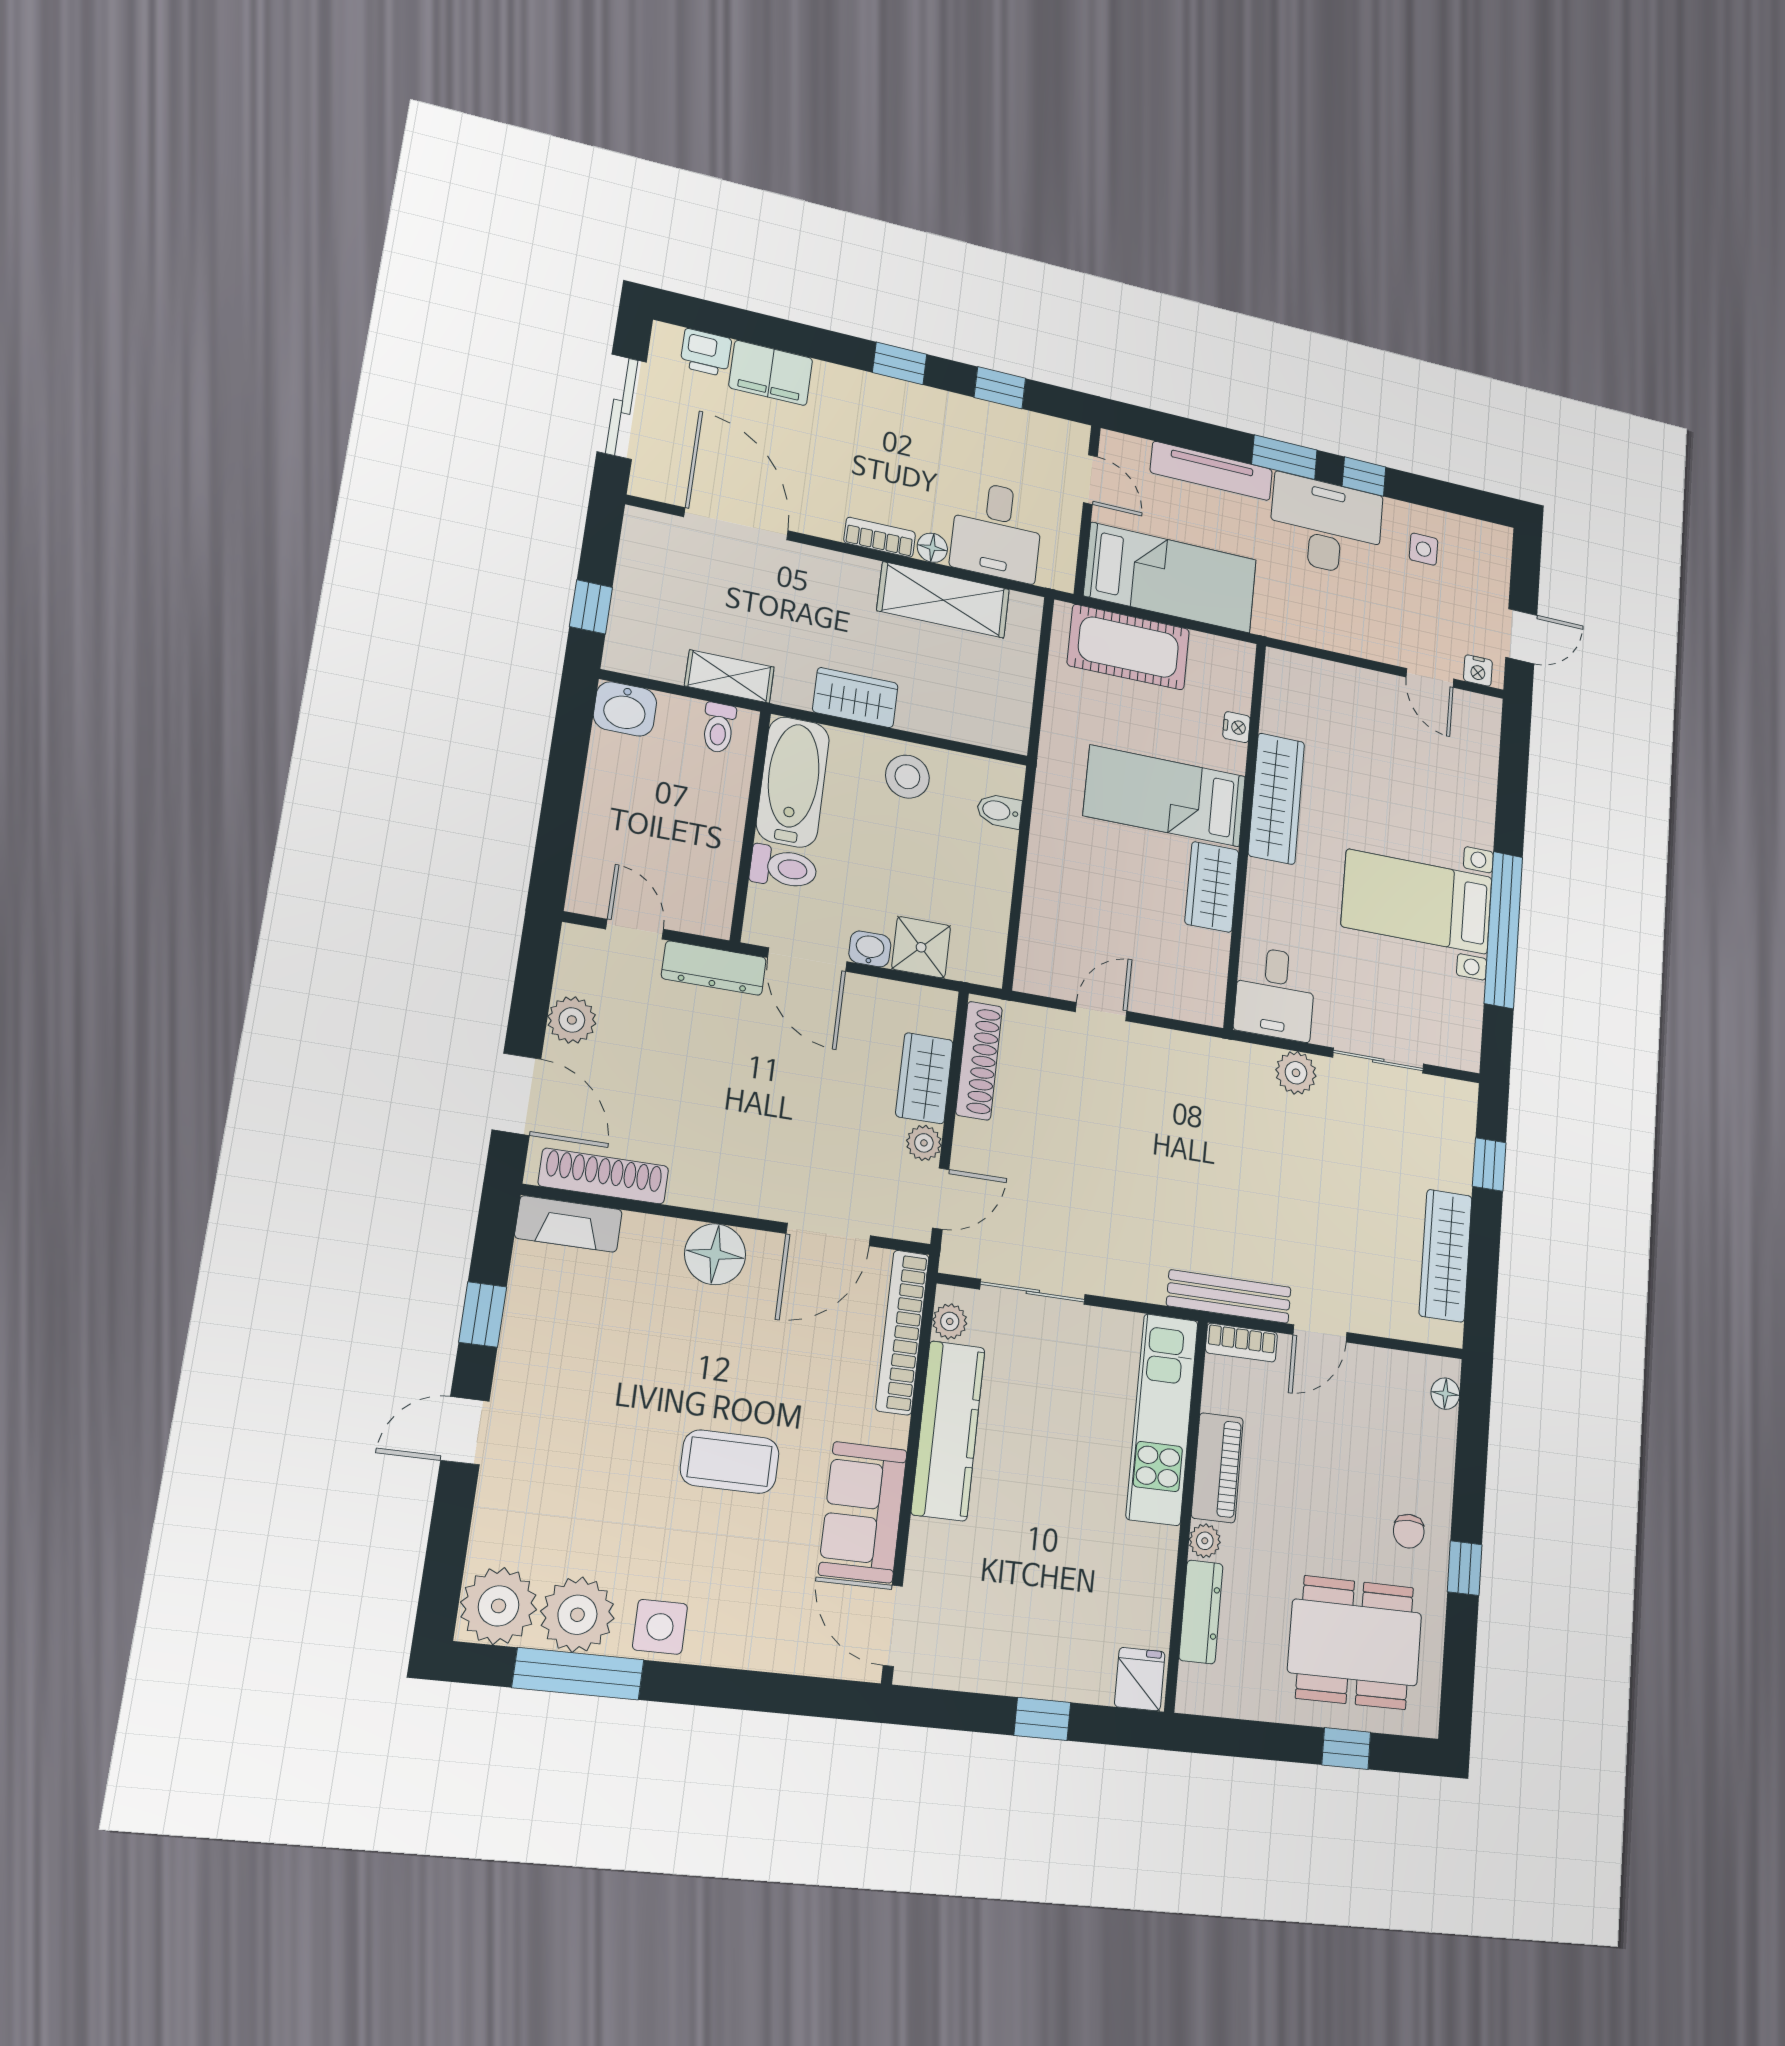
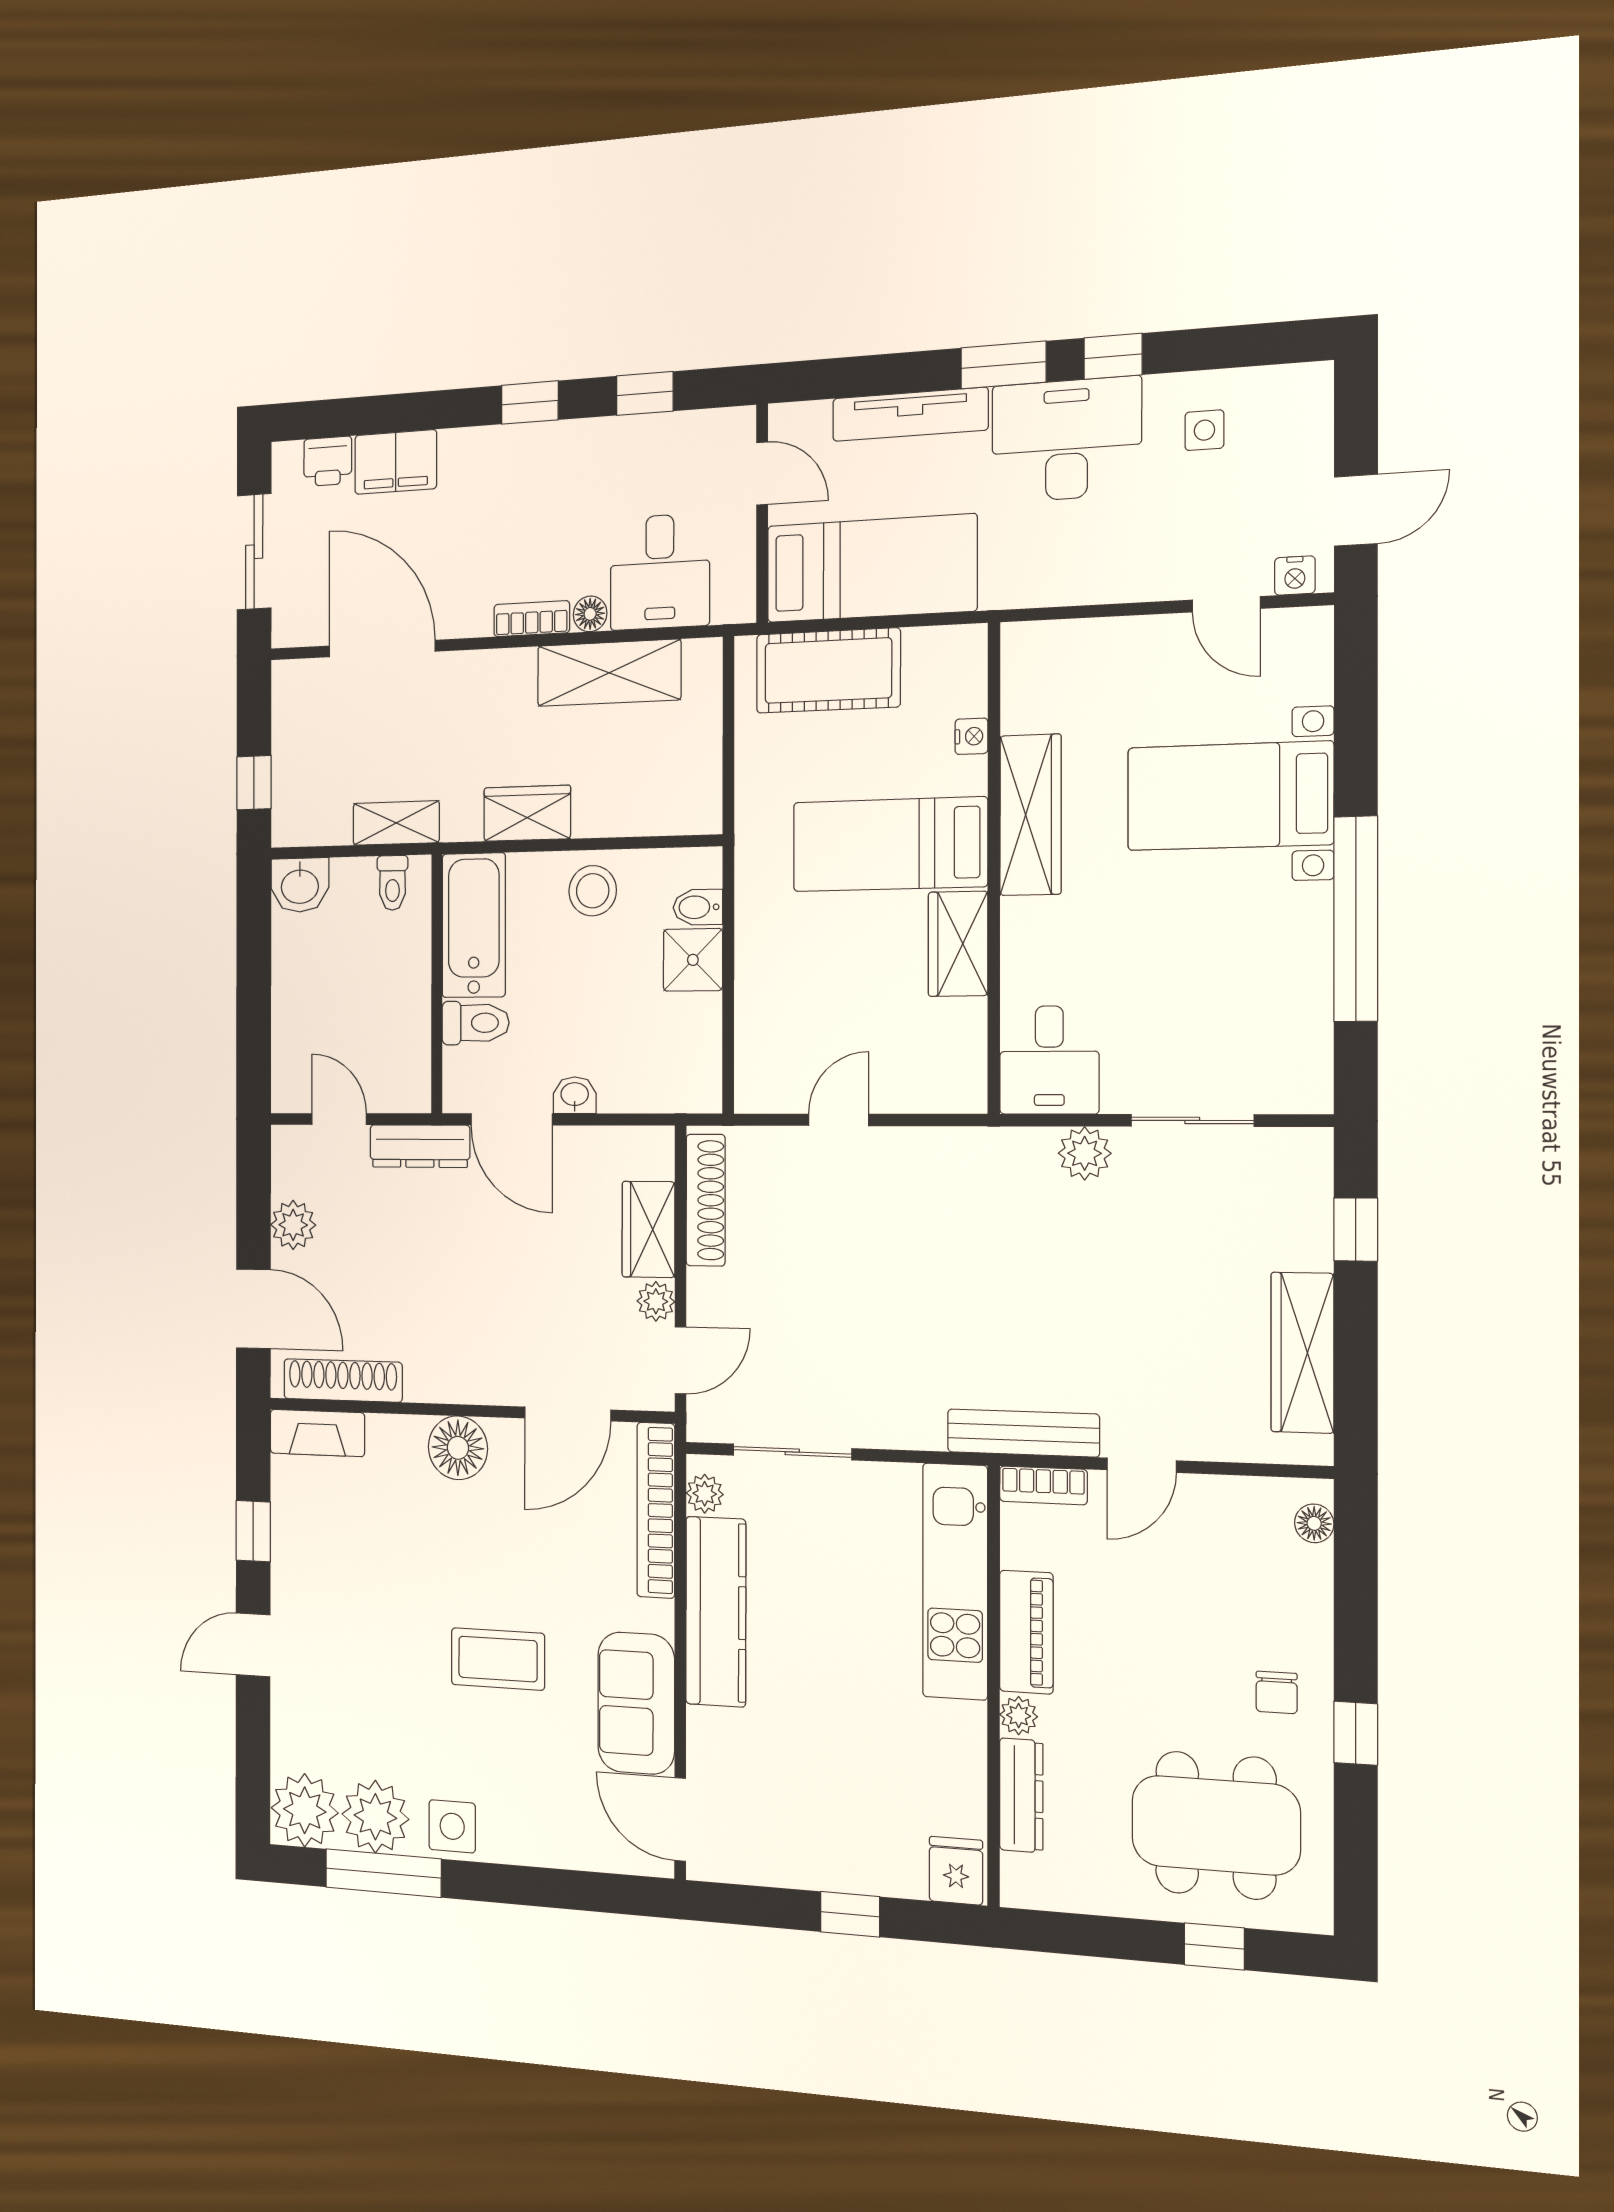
bed with nightstands: (1417, 902) -> (1230, 796), moved
shower: (921, 947) -> (693, 960), moved

